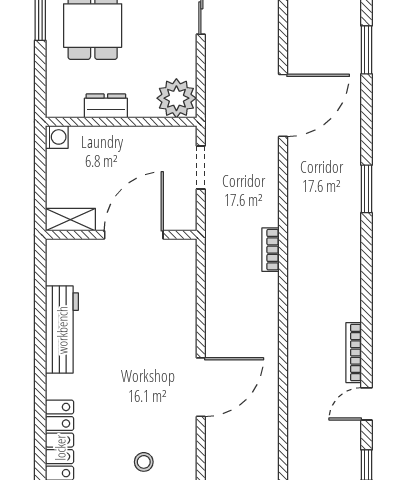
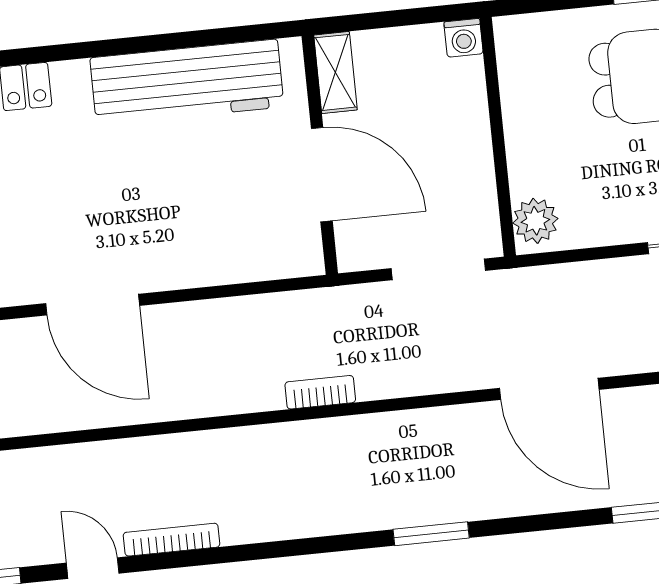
plant: (176, 98) -> (535, 221), width x0.73, depth x0.73
dresser: (106, 106) -> (520, 110), removed
doorway: (201, 168) -> (438, 269), width x1.38
workbench: (62, 330) -> (187, 82), width x1.36, depth x1.32

